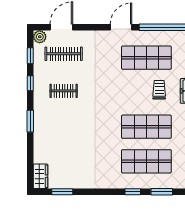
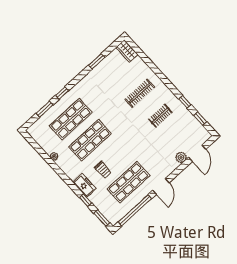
plant: (40, 37) -> (181, 157), moved
clothes rail: (64, 54) -> (140, 93), moved
window: (30, 121) -> (164, 79), removed
window: (62, 192) -> (97, 61), moved

